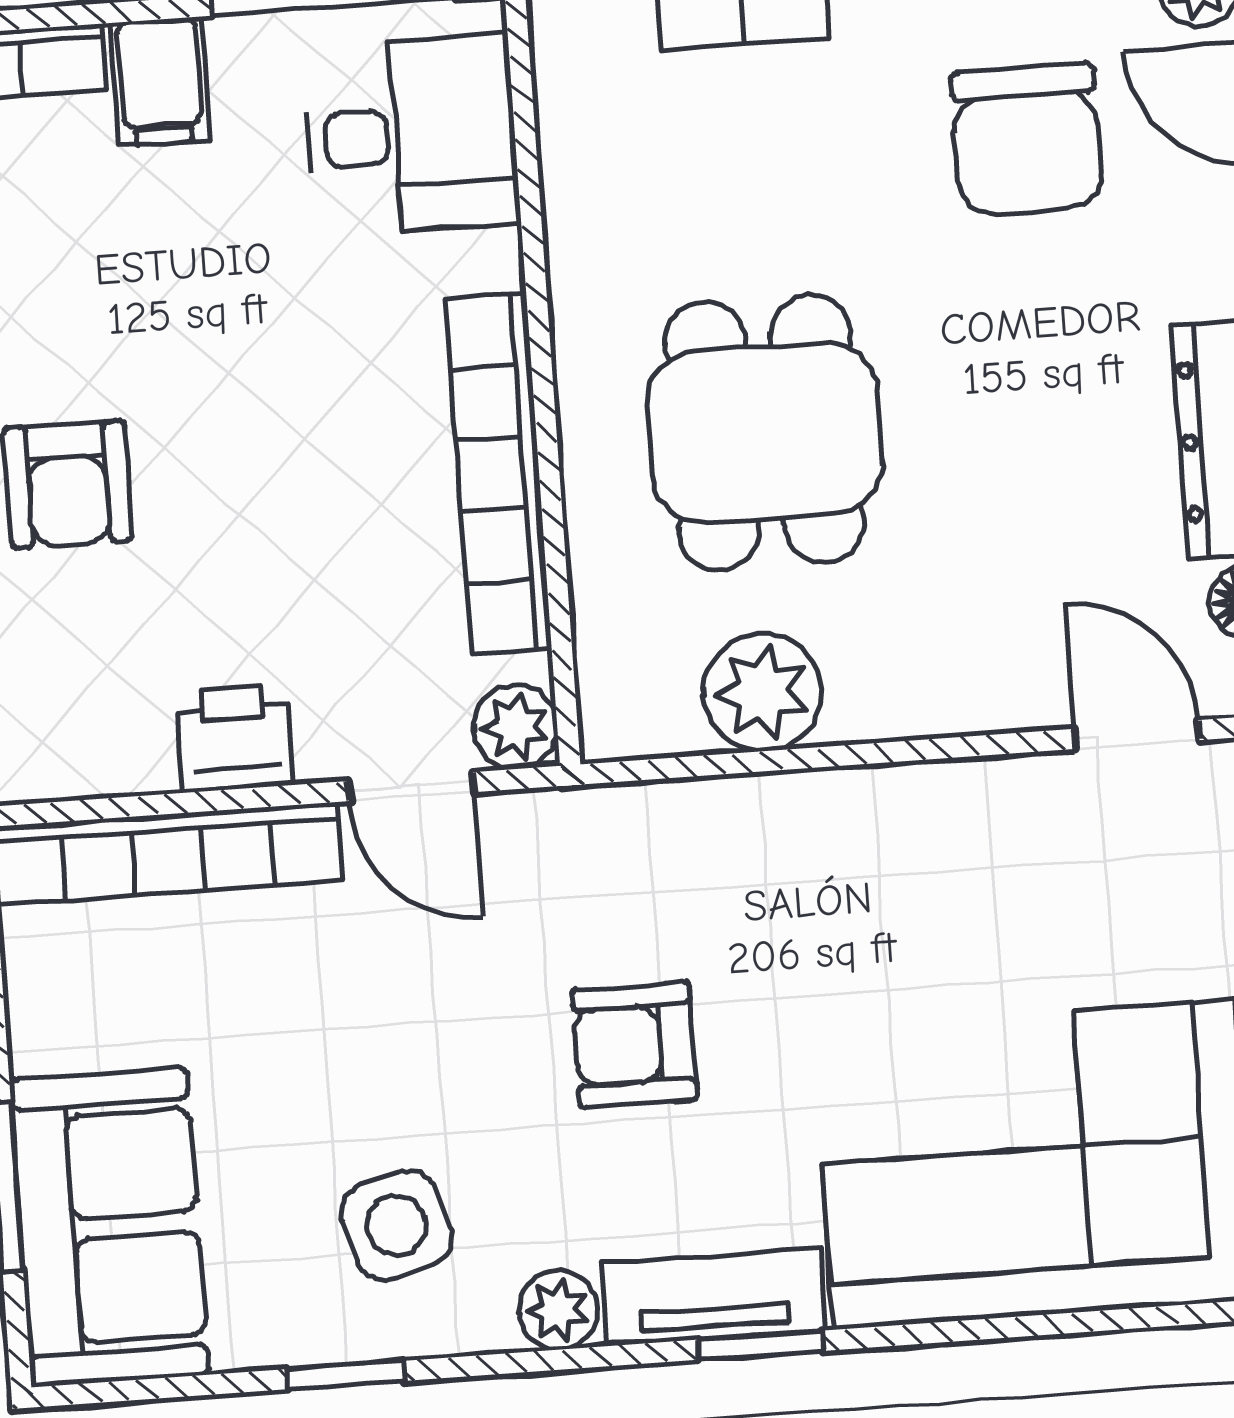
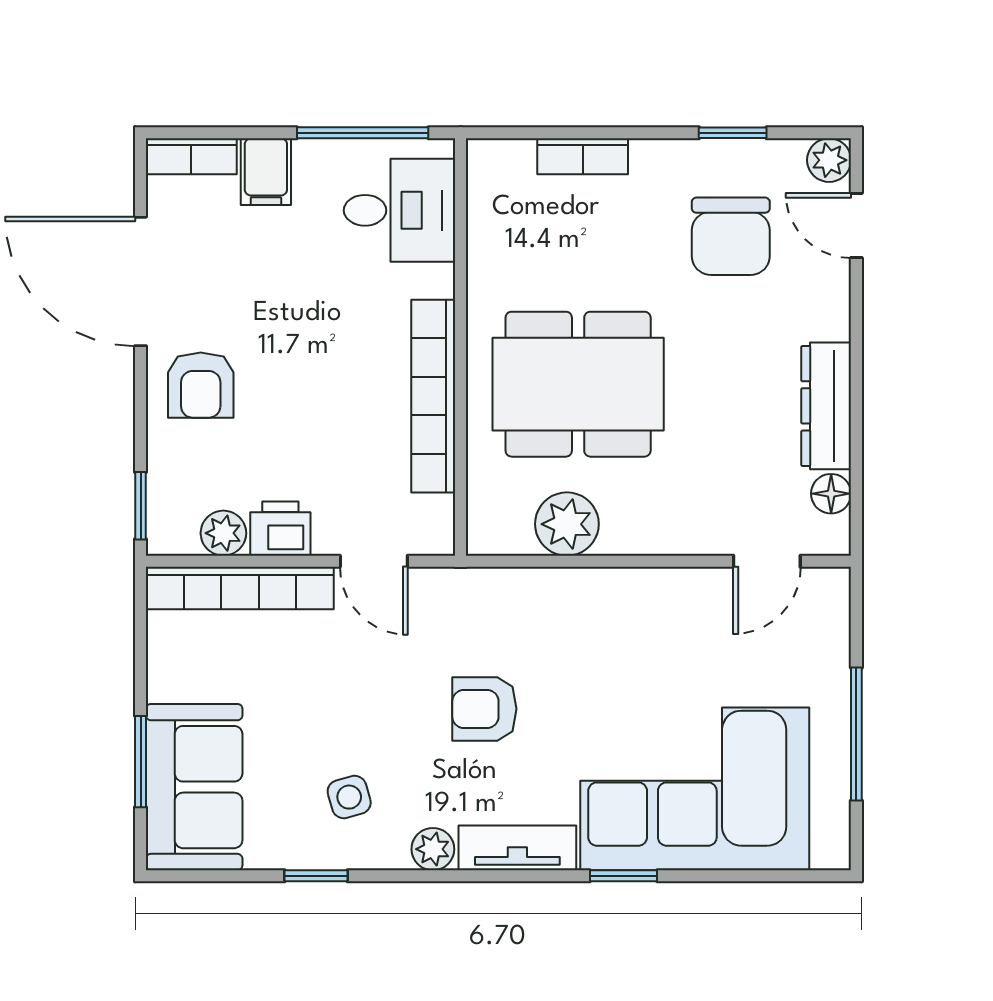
dining table: (765, 433) -> (578, 384), width x1.38
plant: (515, 727) -> (223, 533), moved
door: (1137, 735) -> (767, 561), swing flipped
side table: (397, 1225) -> (349, 797), width x0.73, depth x0.73
window: (761, 1345) -> (624, 876), moved

